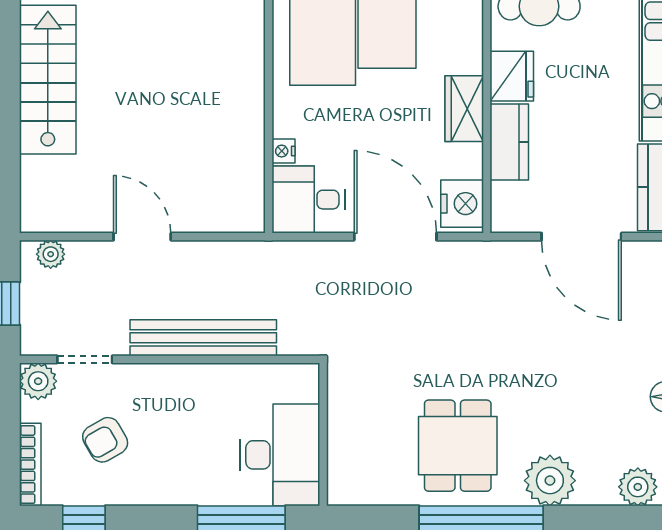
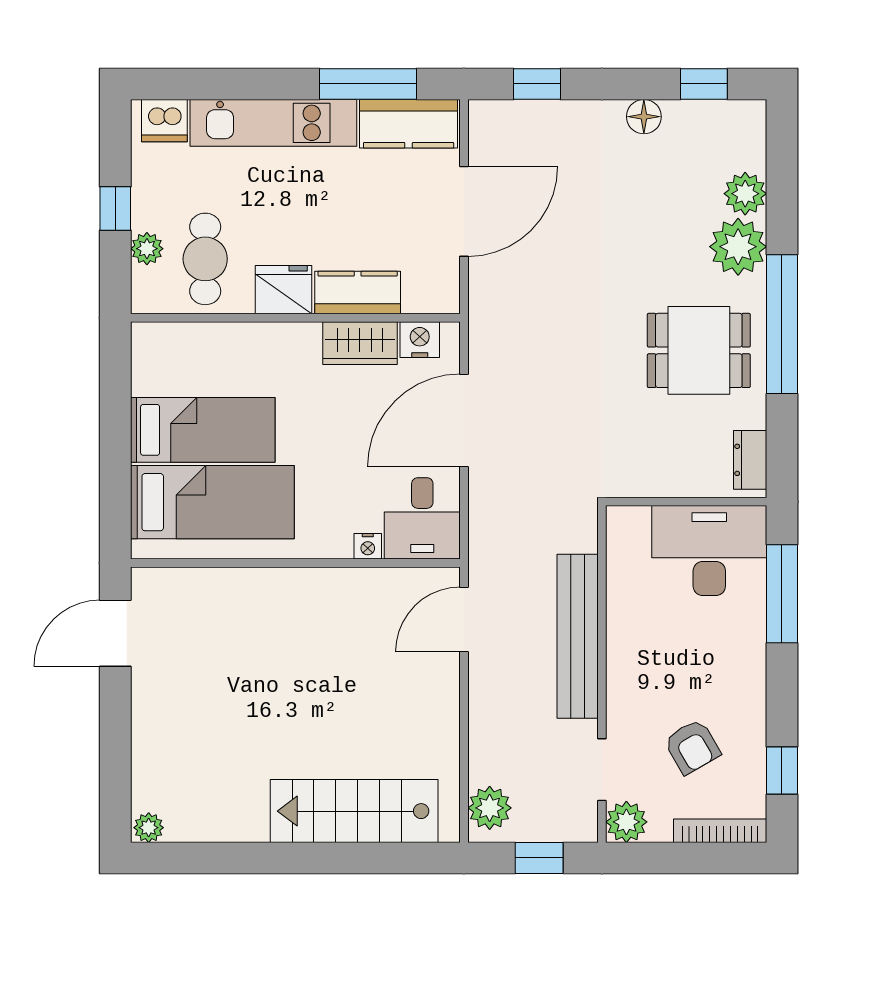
stairs: (48, 80) -> (354, 811), moved
wardrobe: (464, 109) -> (360, 343), moved
nightstand: (462, 204) -> (420, 340), width x0.74, depth x0.75
door: (142, 237) -> (464, 619), moved
plant: (51, 254) -> (490, 808), width x1.38, depth x1.38
plant: (638, 487) -> (745, 194), moved
dresser: (360, 491) -> (750, 460), added

